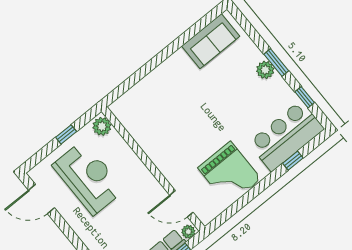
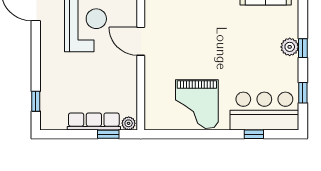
window: (276, 62) -> (303, 48), width x0.67
door: (181, 204) -> (141, 41), moved

